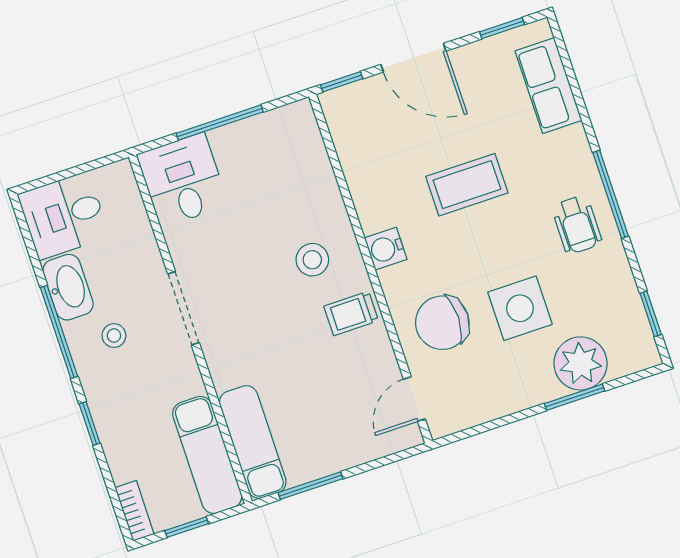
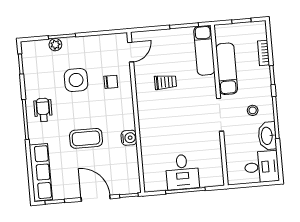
row of seats: (549, 86) -> (41, 172), width x1.48
desk: (183, 180) -> (182, 172), moved
water cooler: (386, 249) -> (129, 138), moved
stool: (312, 260) -> (160, 122), removed
trolley: (351, 313) -> (165, 82), moved
chair: (442, 323) -> (111, 82), width x0.54, depth x0.54
plant: (580, 363) -> (55, 45), width x0.53, depth x0.53
exam couch: (207, 455) -> (227, 69), moved
bookcase: (135, 511) -> (264, 53), moved

